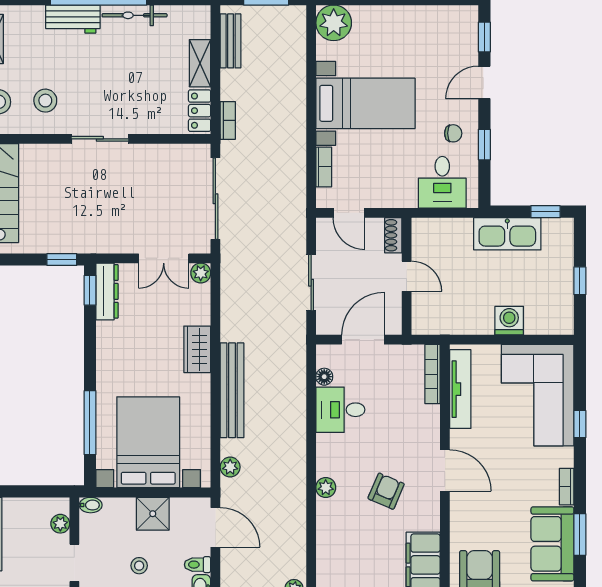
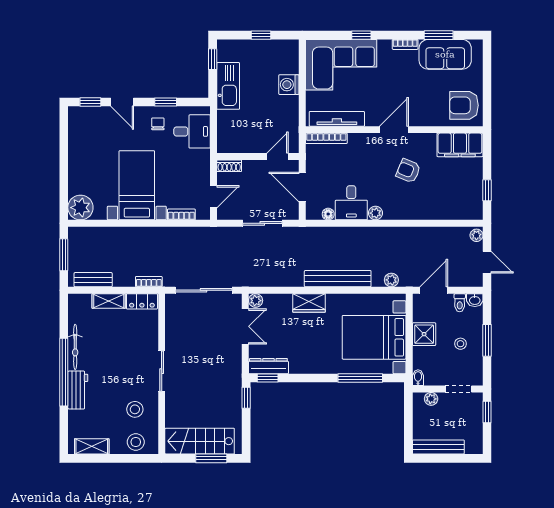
door: (407, 276) -> (278, 156), moved
plant: (326, 487) -> (375, 213), moved

